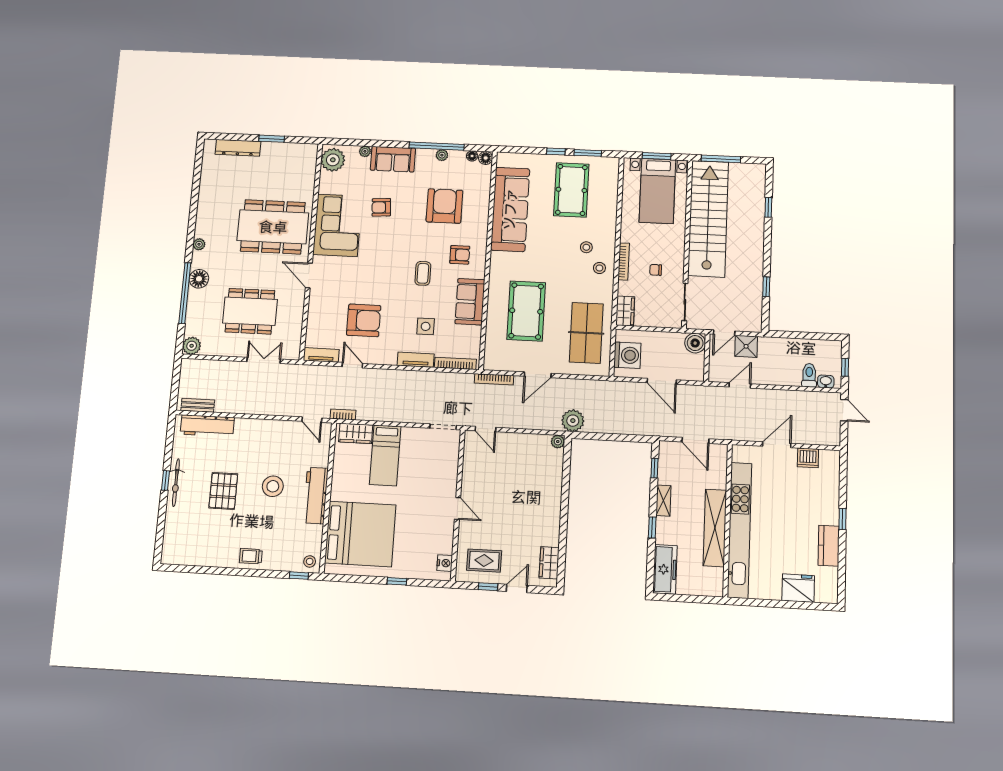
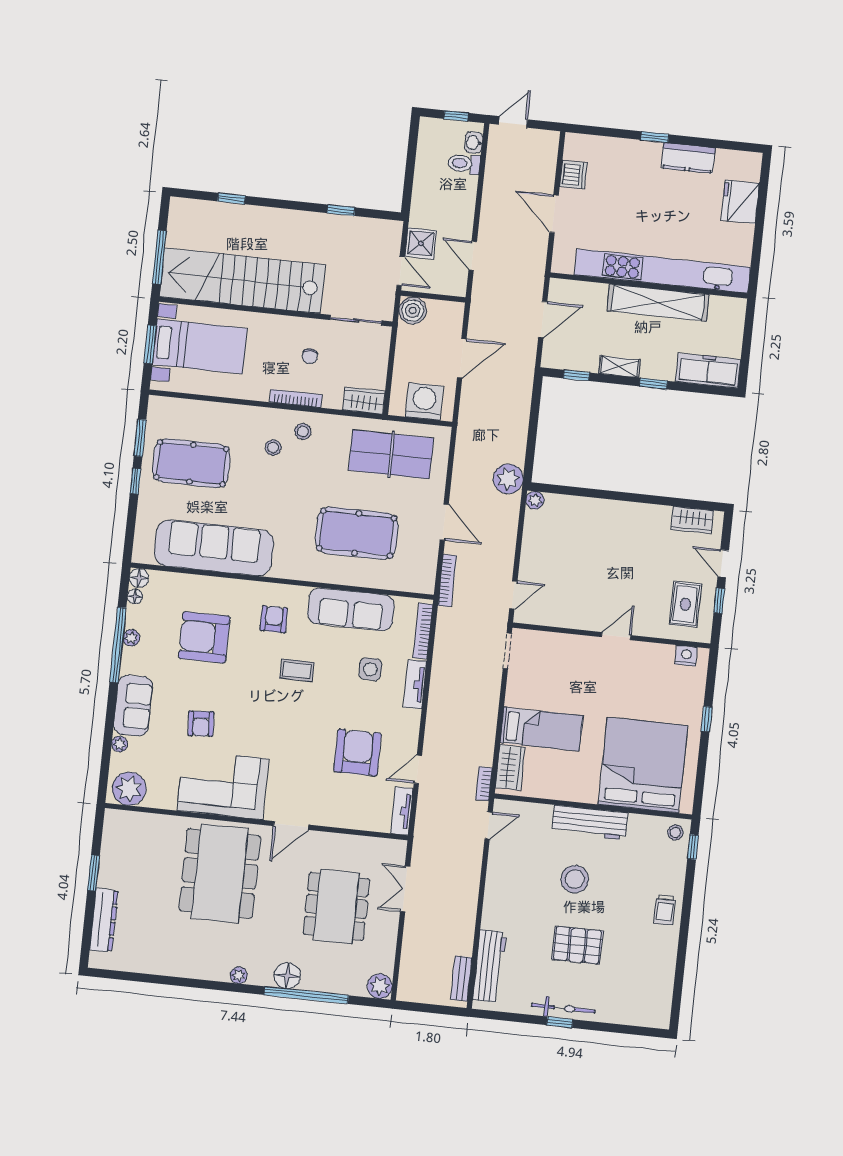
sofa: (470, 302) -> (351, 609), width x1.36

